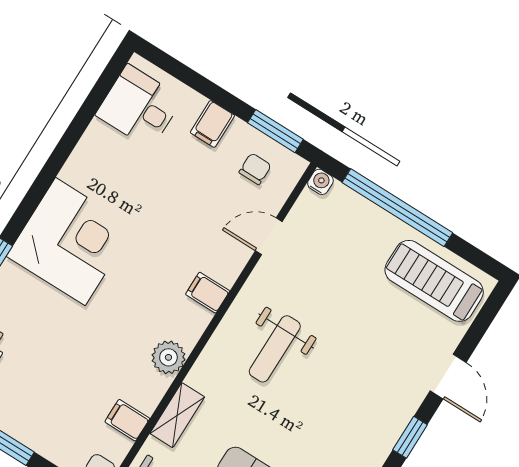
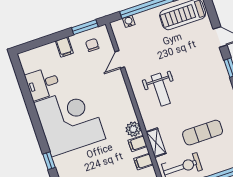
desk: (139, 107) -> (43, 84), moved
water cooler: (320, 182) -> (129, 21), moved
corner desk: (70, 242) -> (70, 121), width x1.36, depth x1.36
filing cabinet: (208, 293) -> (138, 143), moved

